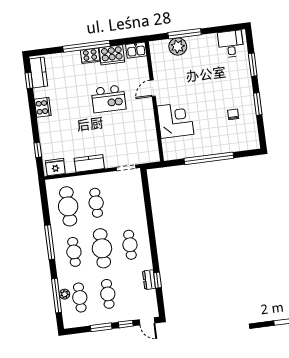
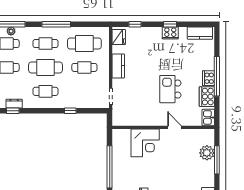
window: (29, 80) -> (170, 24), moved
window: (149, 213) -> (70, 111), added

